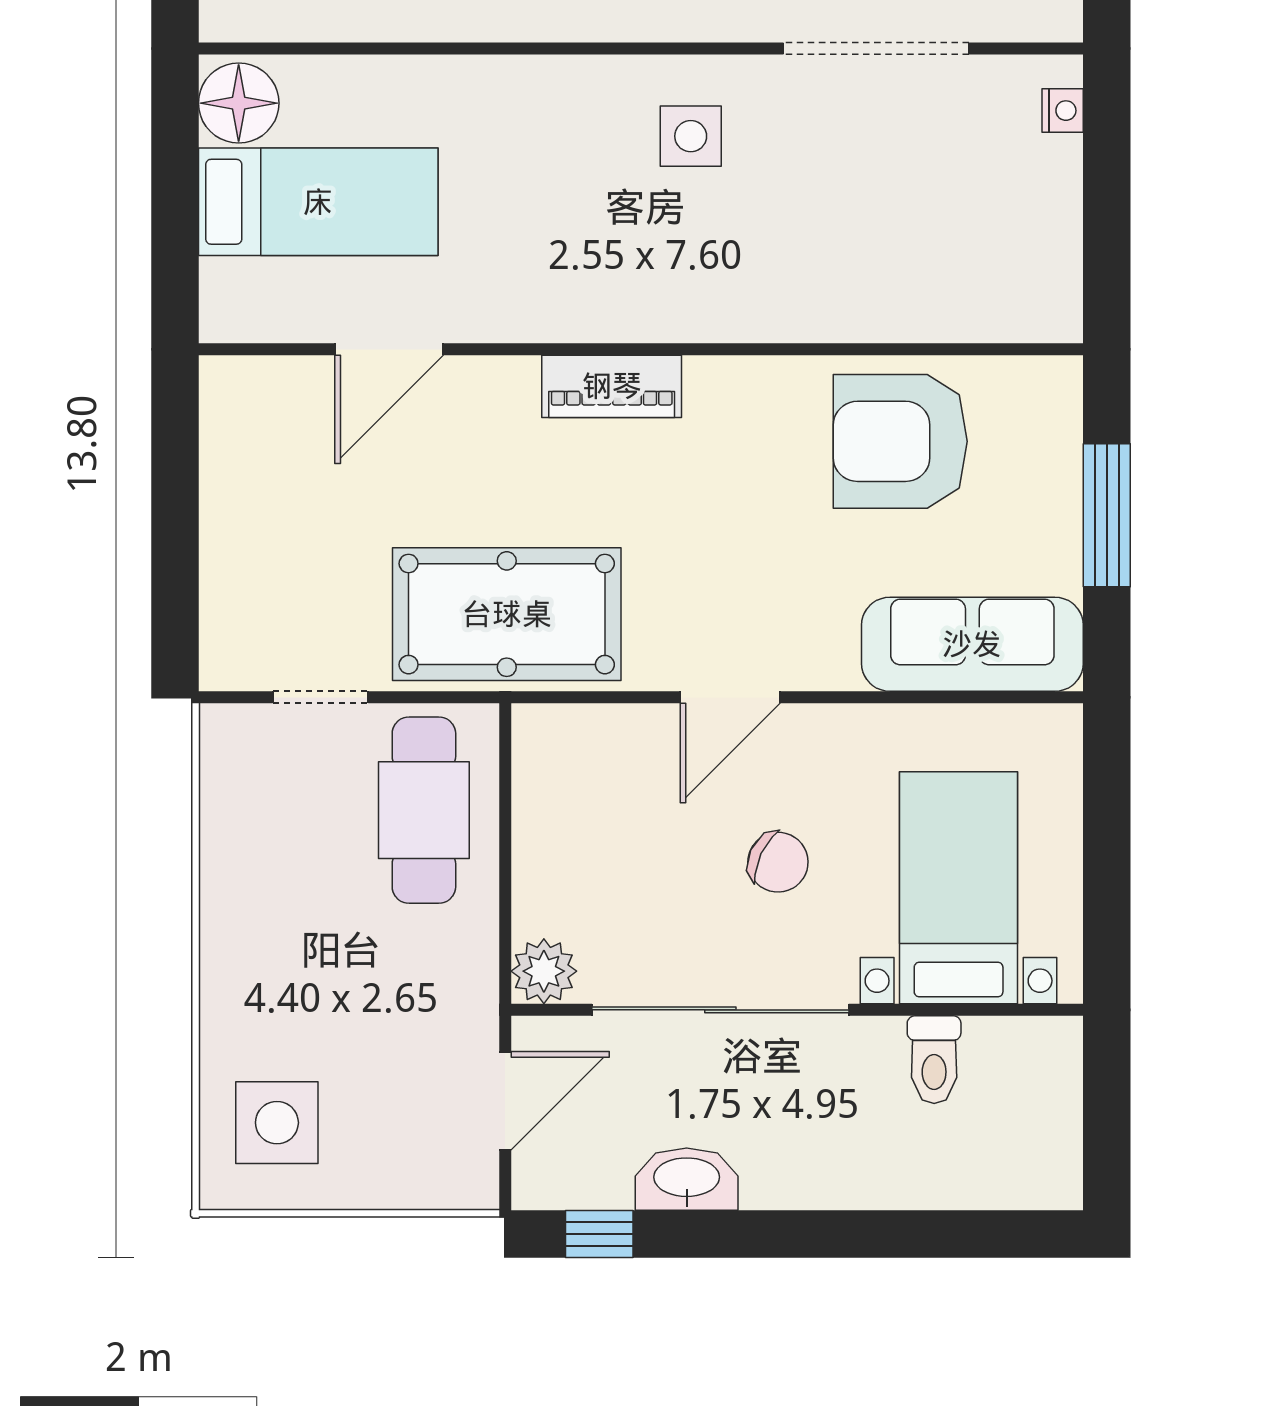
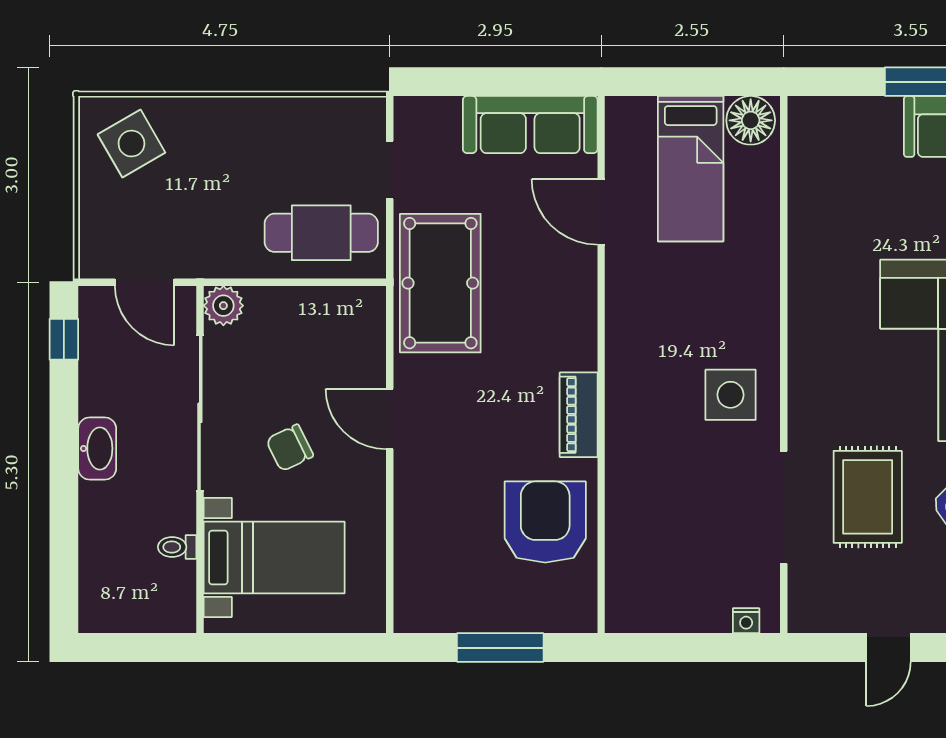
side table: (691, 136) -> (731, 395), width x1.37, depth x1.37
piano: (612, 386) -> (579, 415), moved
sofa: (972, 644) -> (530, 125), moved, turned 90
chair: (778, 862) -> (290, 448), turned 39
toilet: (934, 1060) -> (177, 547), width x0.73, depth x0.72
side table: (277, 1123) -> (131, 144), turned -30
washbasin: (687, 1179) -> (97, 449), moved

